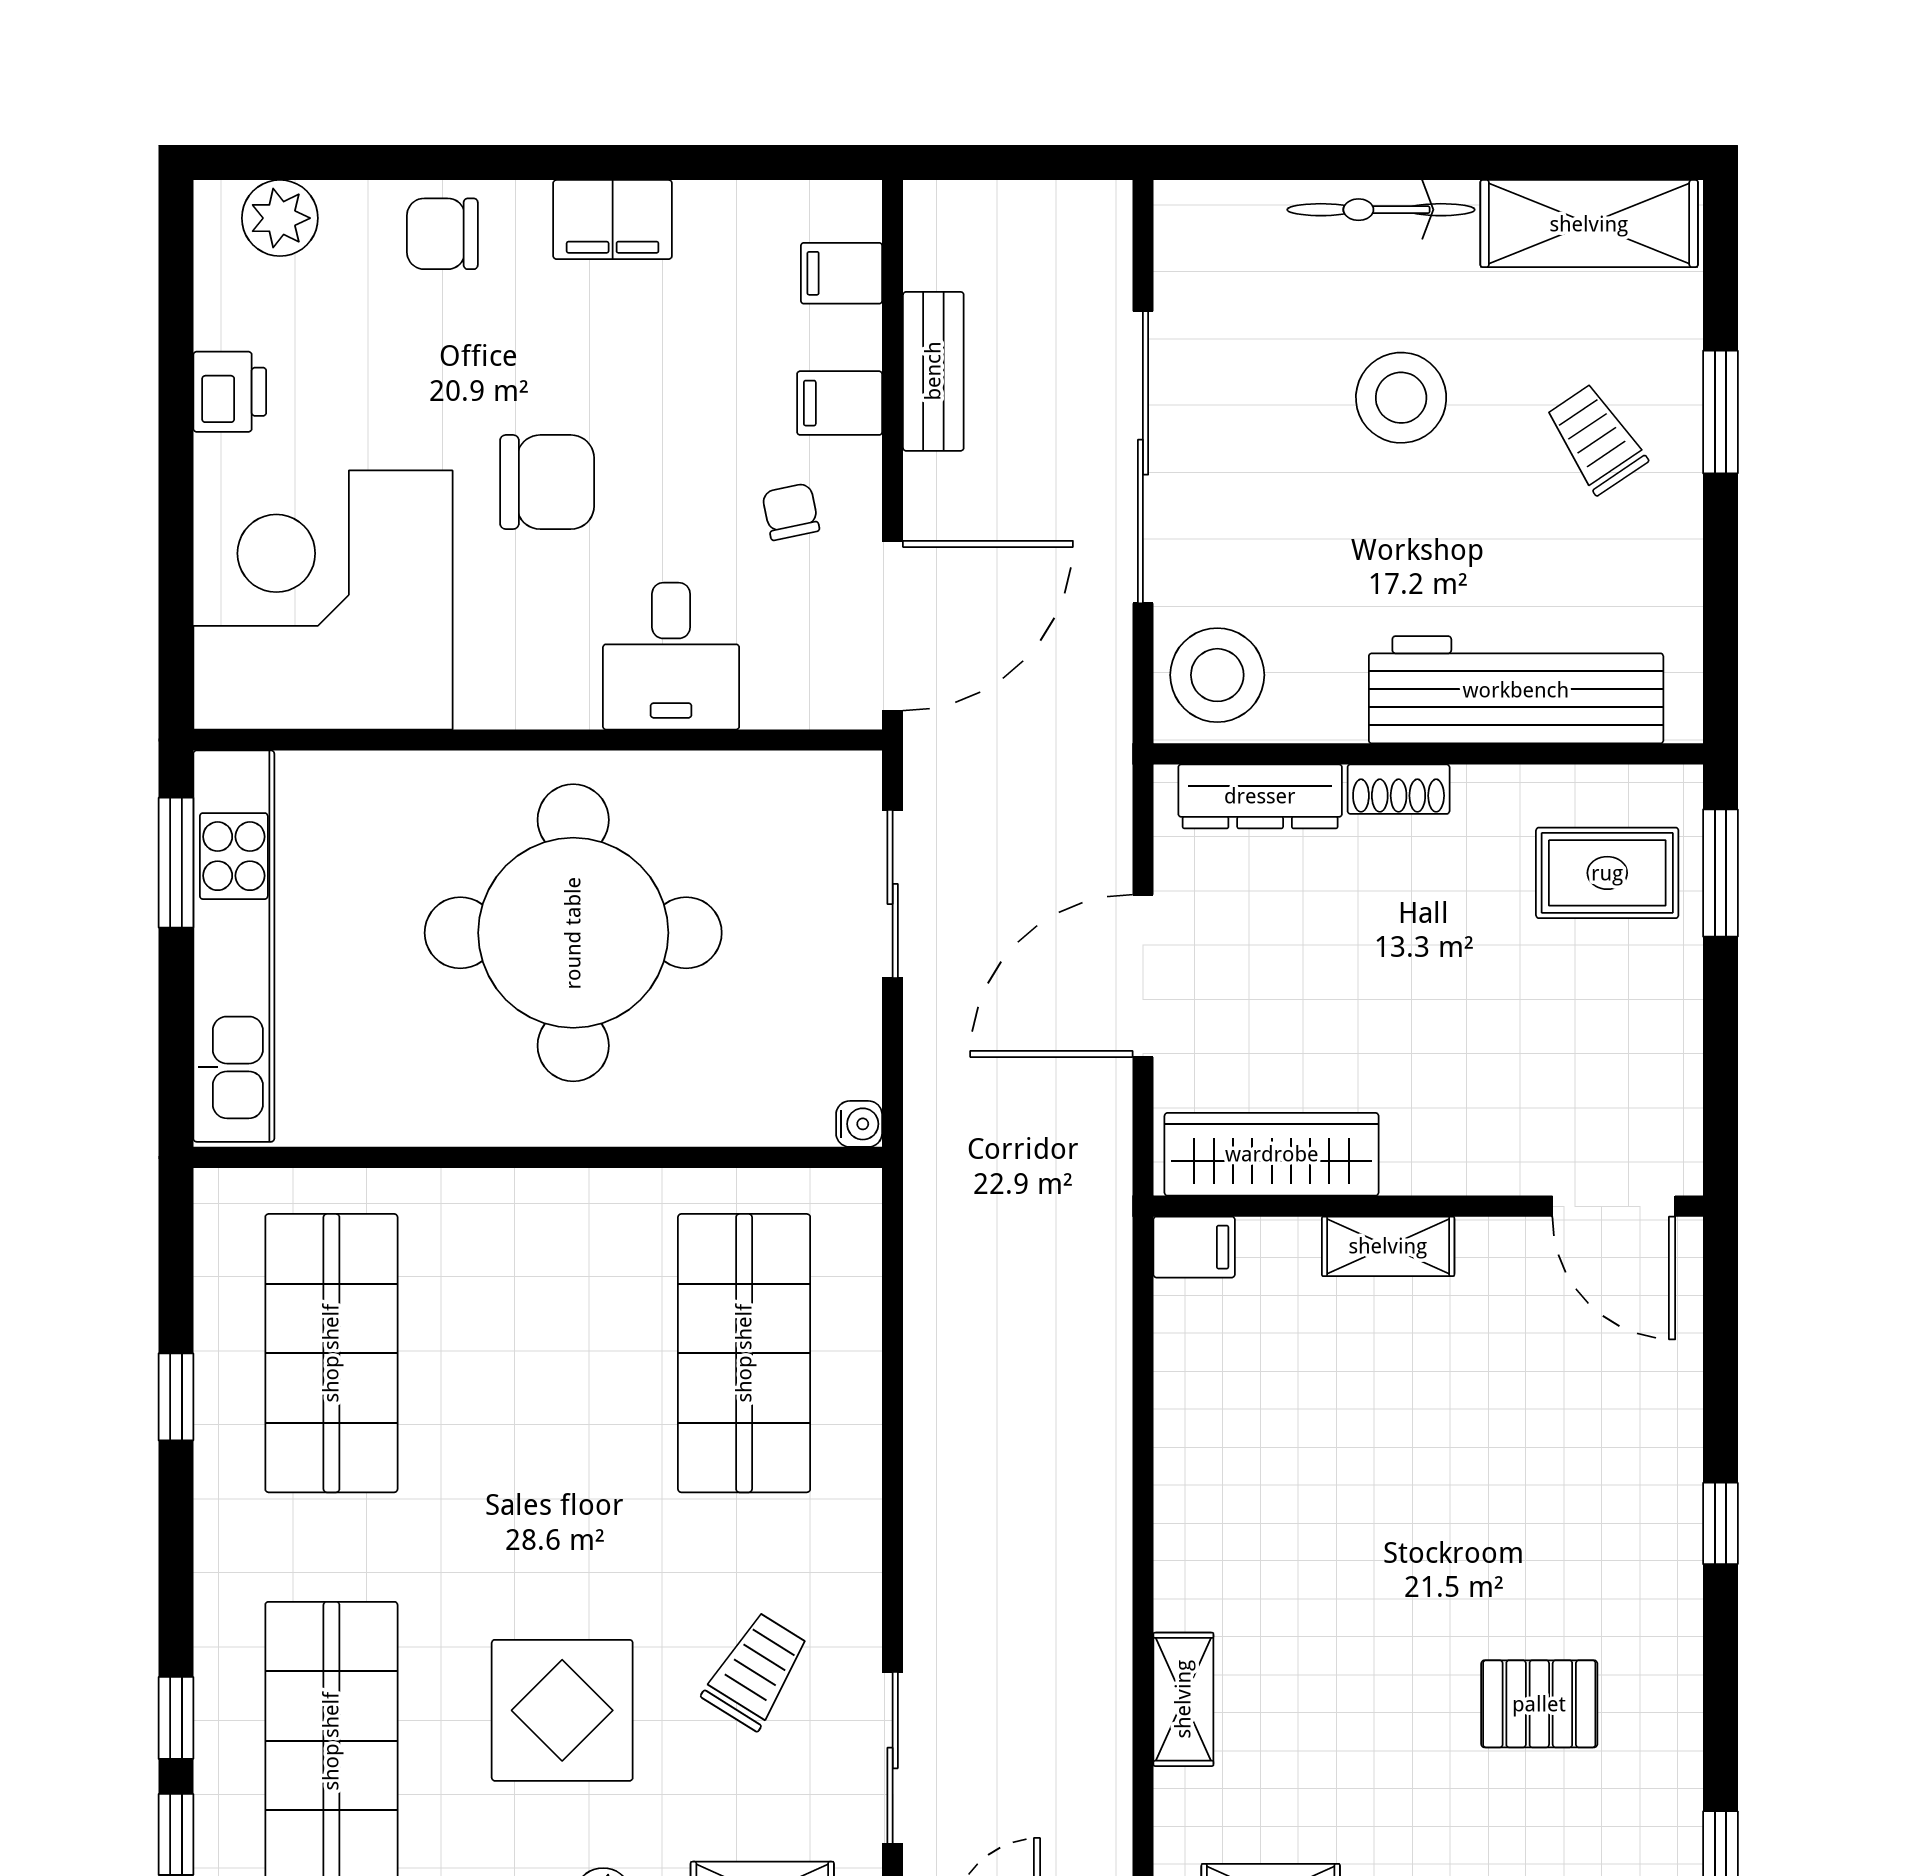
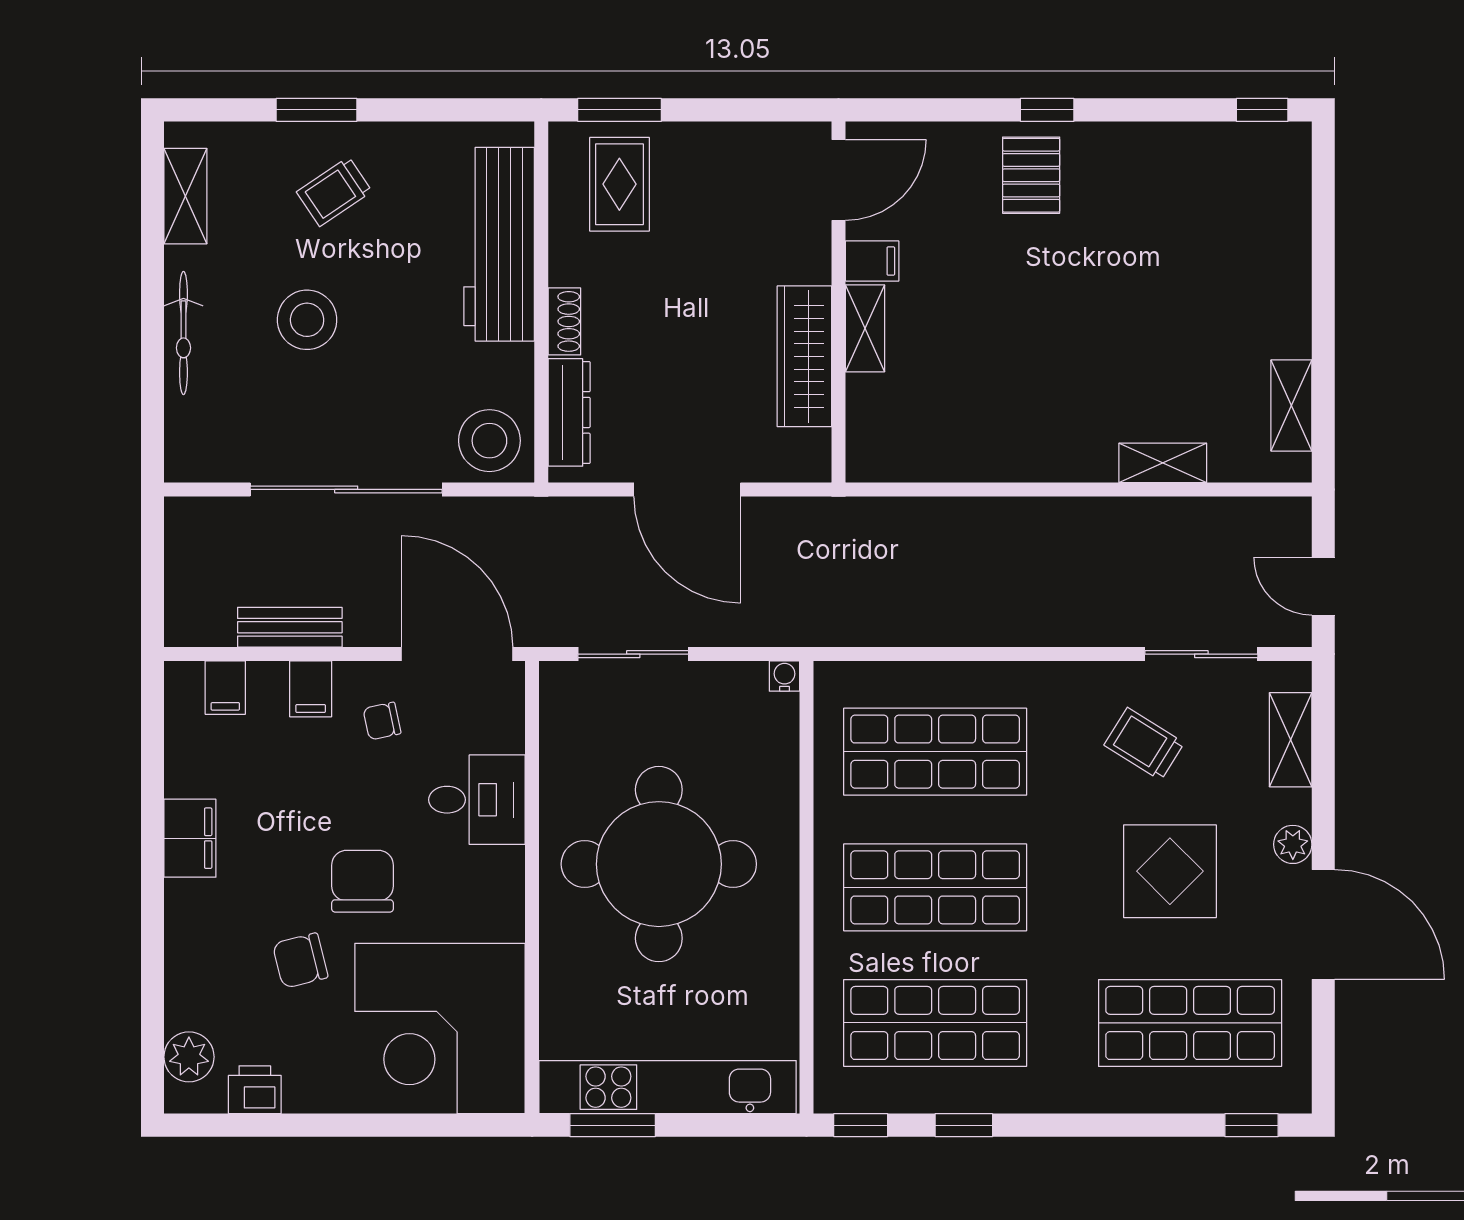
shelving: (1589, 224) -> (185, 196), width x0.67, depth x0.75
chair: (442, 234) -> (300, 961), moved, turned 76
printer: (230, 392) -> (255, 1090), moved
wardrobe: (1272, 1154) -> (804, 356), moved
filing cabinet: (1194, 1247) -> (872, 261), moved, turned 90
shop shelf: (538, 1353) -> (935, 887), added
pallet: (1539, 1704) -> (1031, 175), moved
window: (176, 1718) -> (861, 1125), moved

